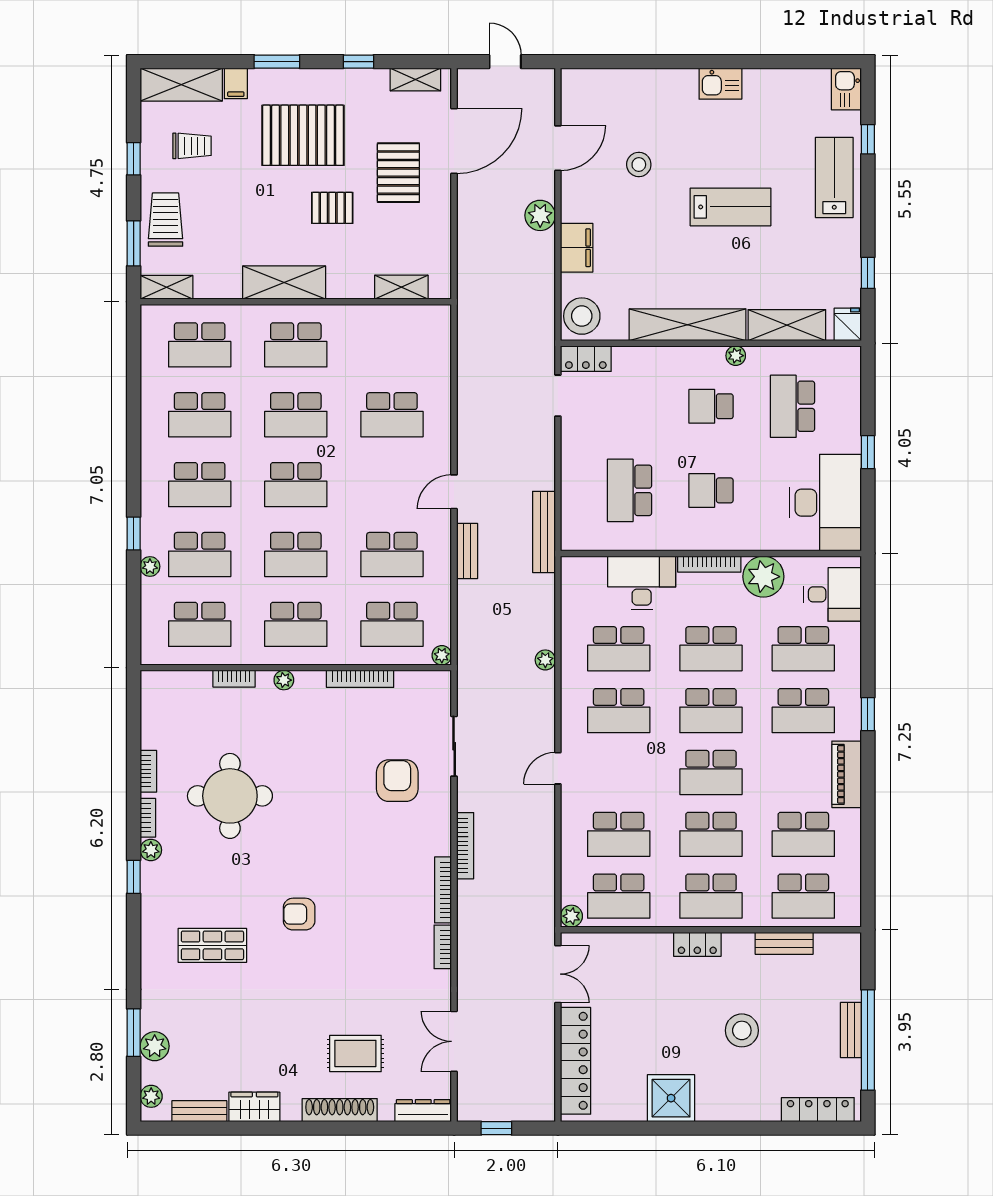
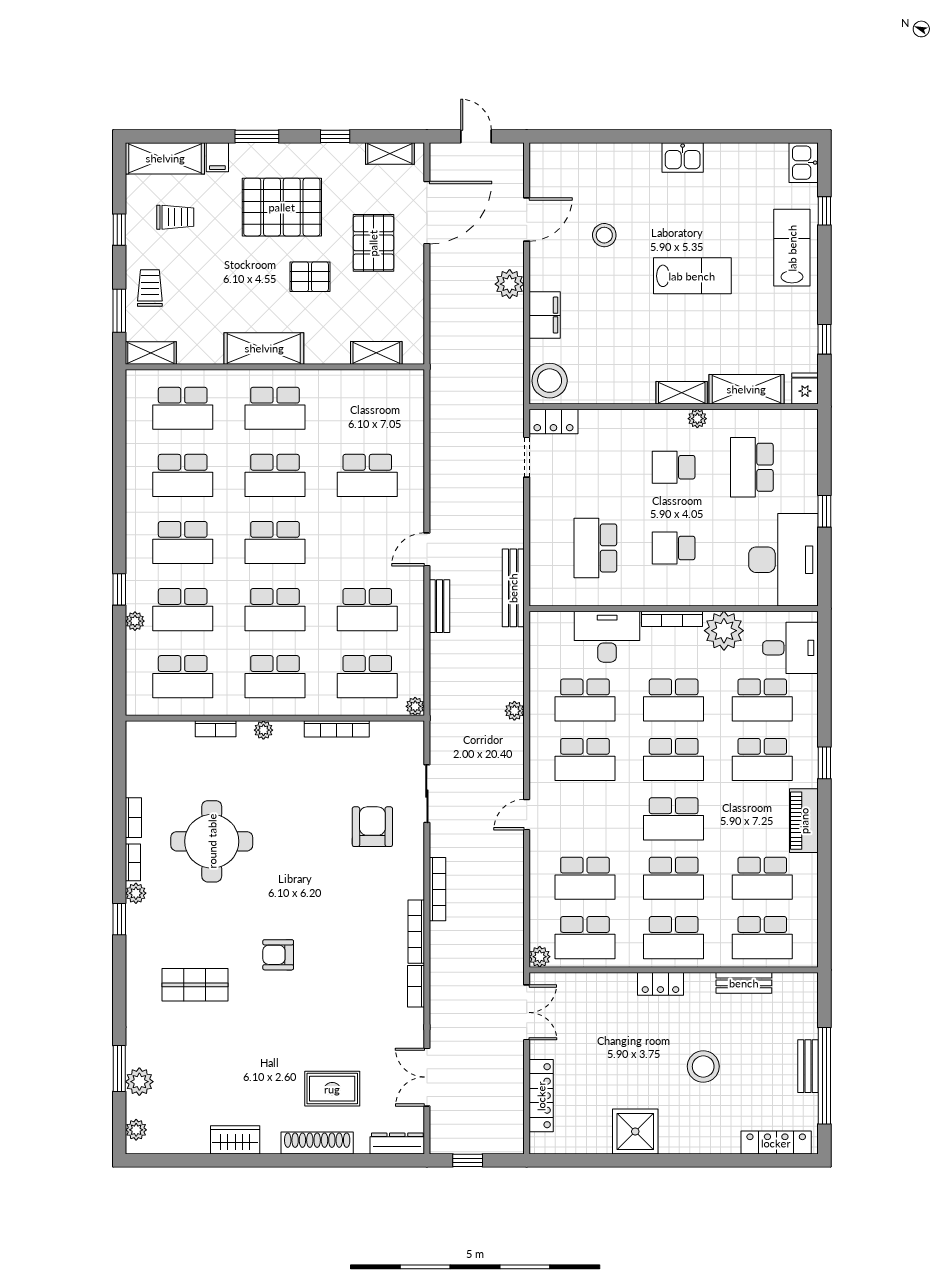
trolley: (165, 220) -> (150, 288), width x0.73, depth x0.72
shelving: (688, 325) -> (682, 393), width x0.45, depth x0.75
locker: (576, 1061) -> (541, 1096), width x0.71, depth x0.83
bench: (199, 1111) -> (182, 1144), removed

